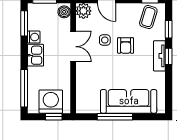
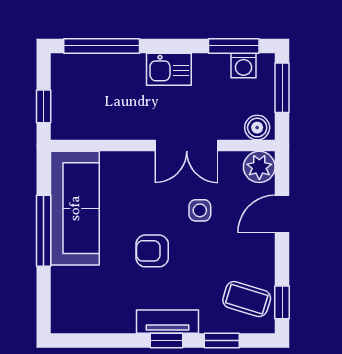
washing machine: (34, 37) -> (243, 65), moved
armchair: (126, 45) -> (152, 251), moved
sofa: (129, 101) -> (75, 208), moved
washing machine: (51, 102) -> (74, 100), removed

